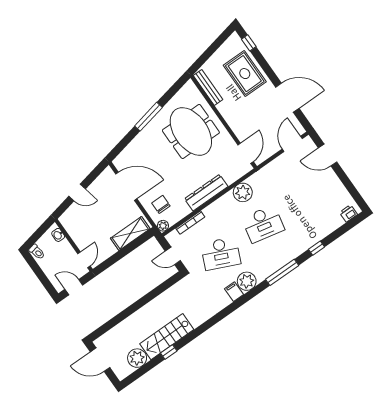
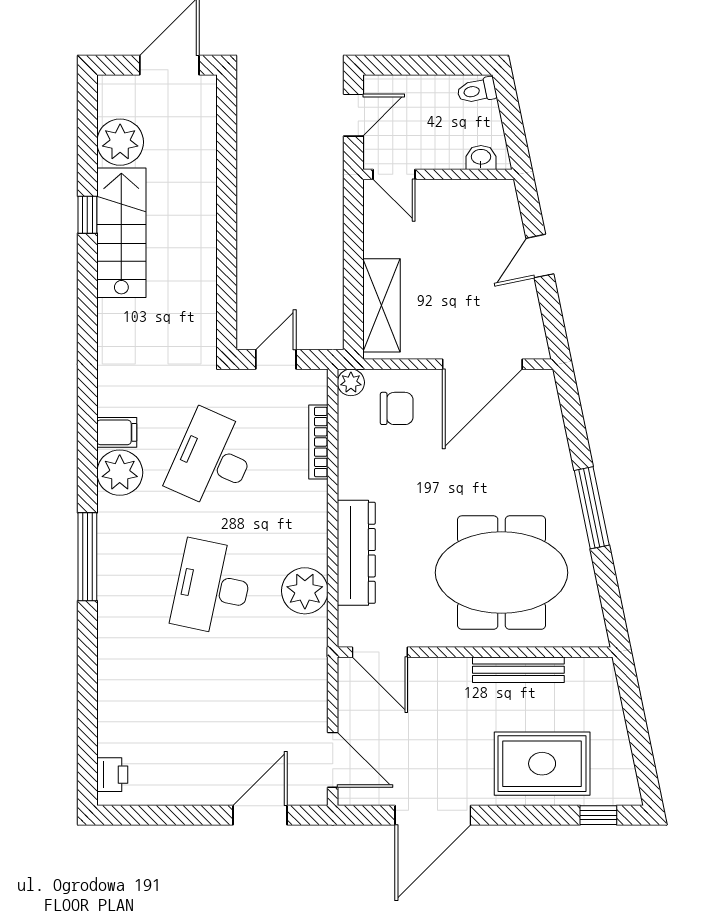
bench: (208, 87) -> (518, 670), moved
dresser: (206, 193) -> (356, 553), moved
window: (316, 248) -> (87, 661), removed

